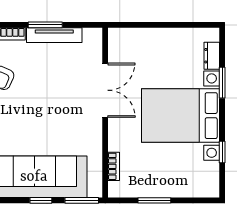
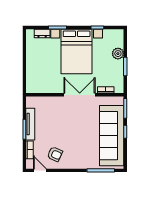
double door: (105, 90) -> (80, 95), moved
plant: (177, 188) -> (118, 54), added

